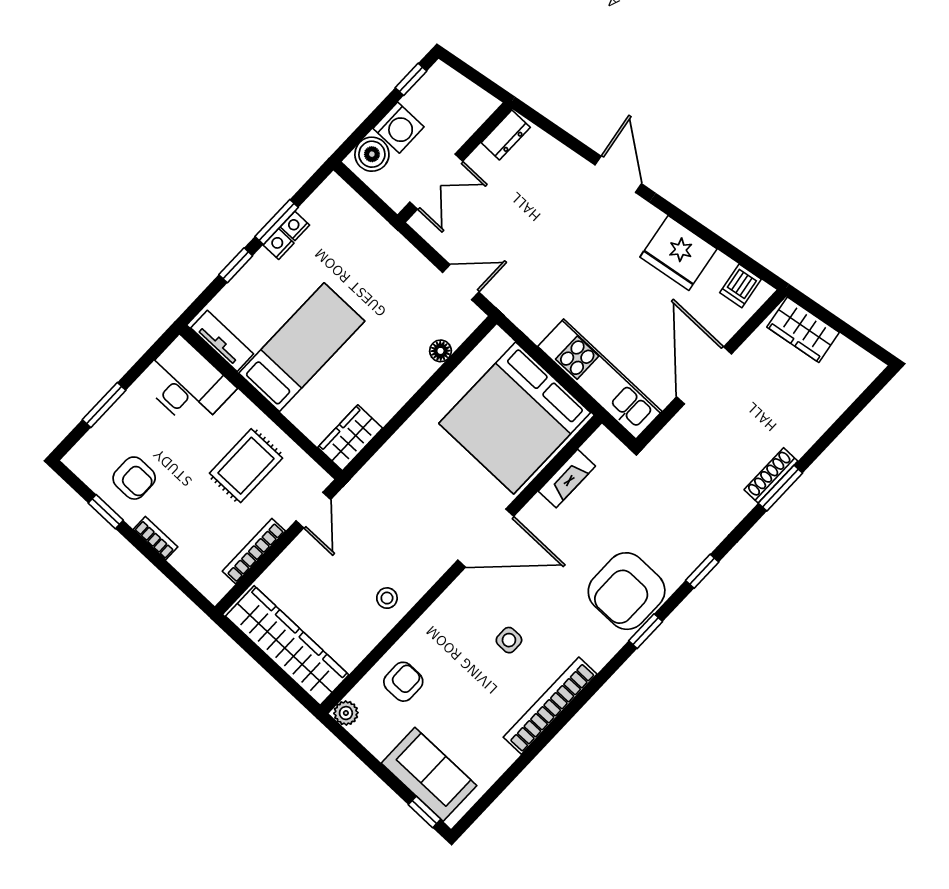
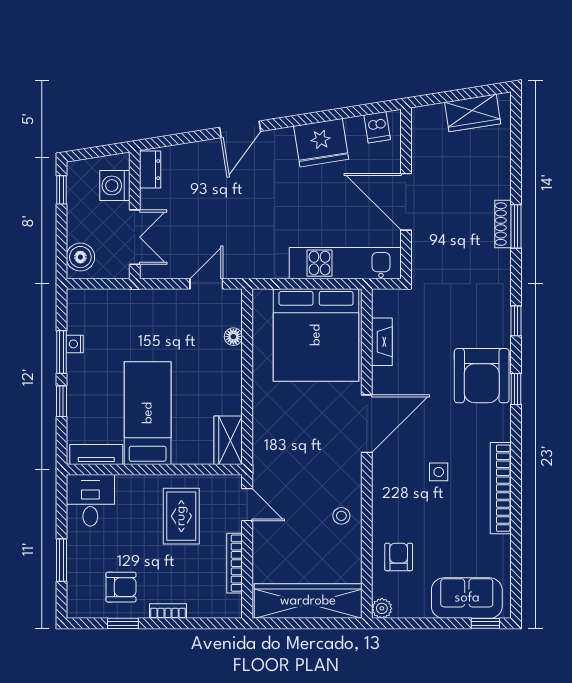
washing machine: (398, 128) -> (115, 186), moved, turned 180
door: (618, 174) -> (240, 129), swing flipped
nightstand: (279, 244) -> (75, 364), removed
wardrobe: (803, 330) -> (473, 113), moved
desk: (187, 384) -> (90, 500), width x0.73

